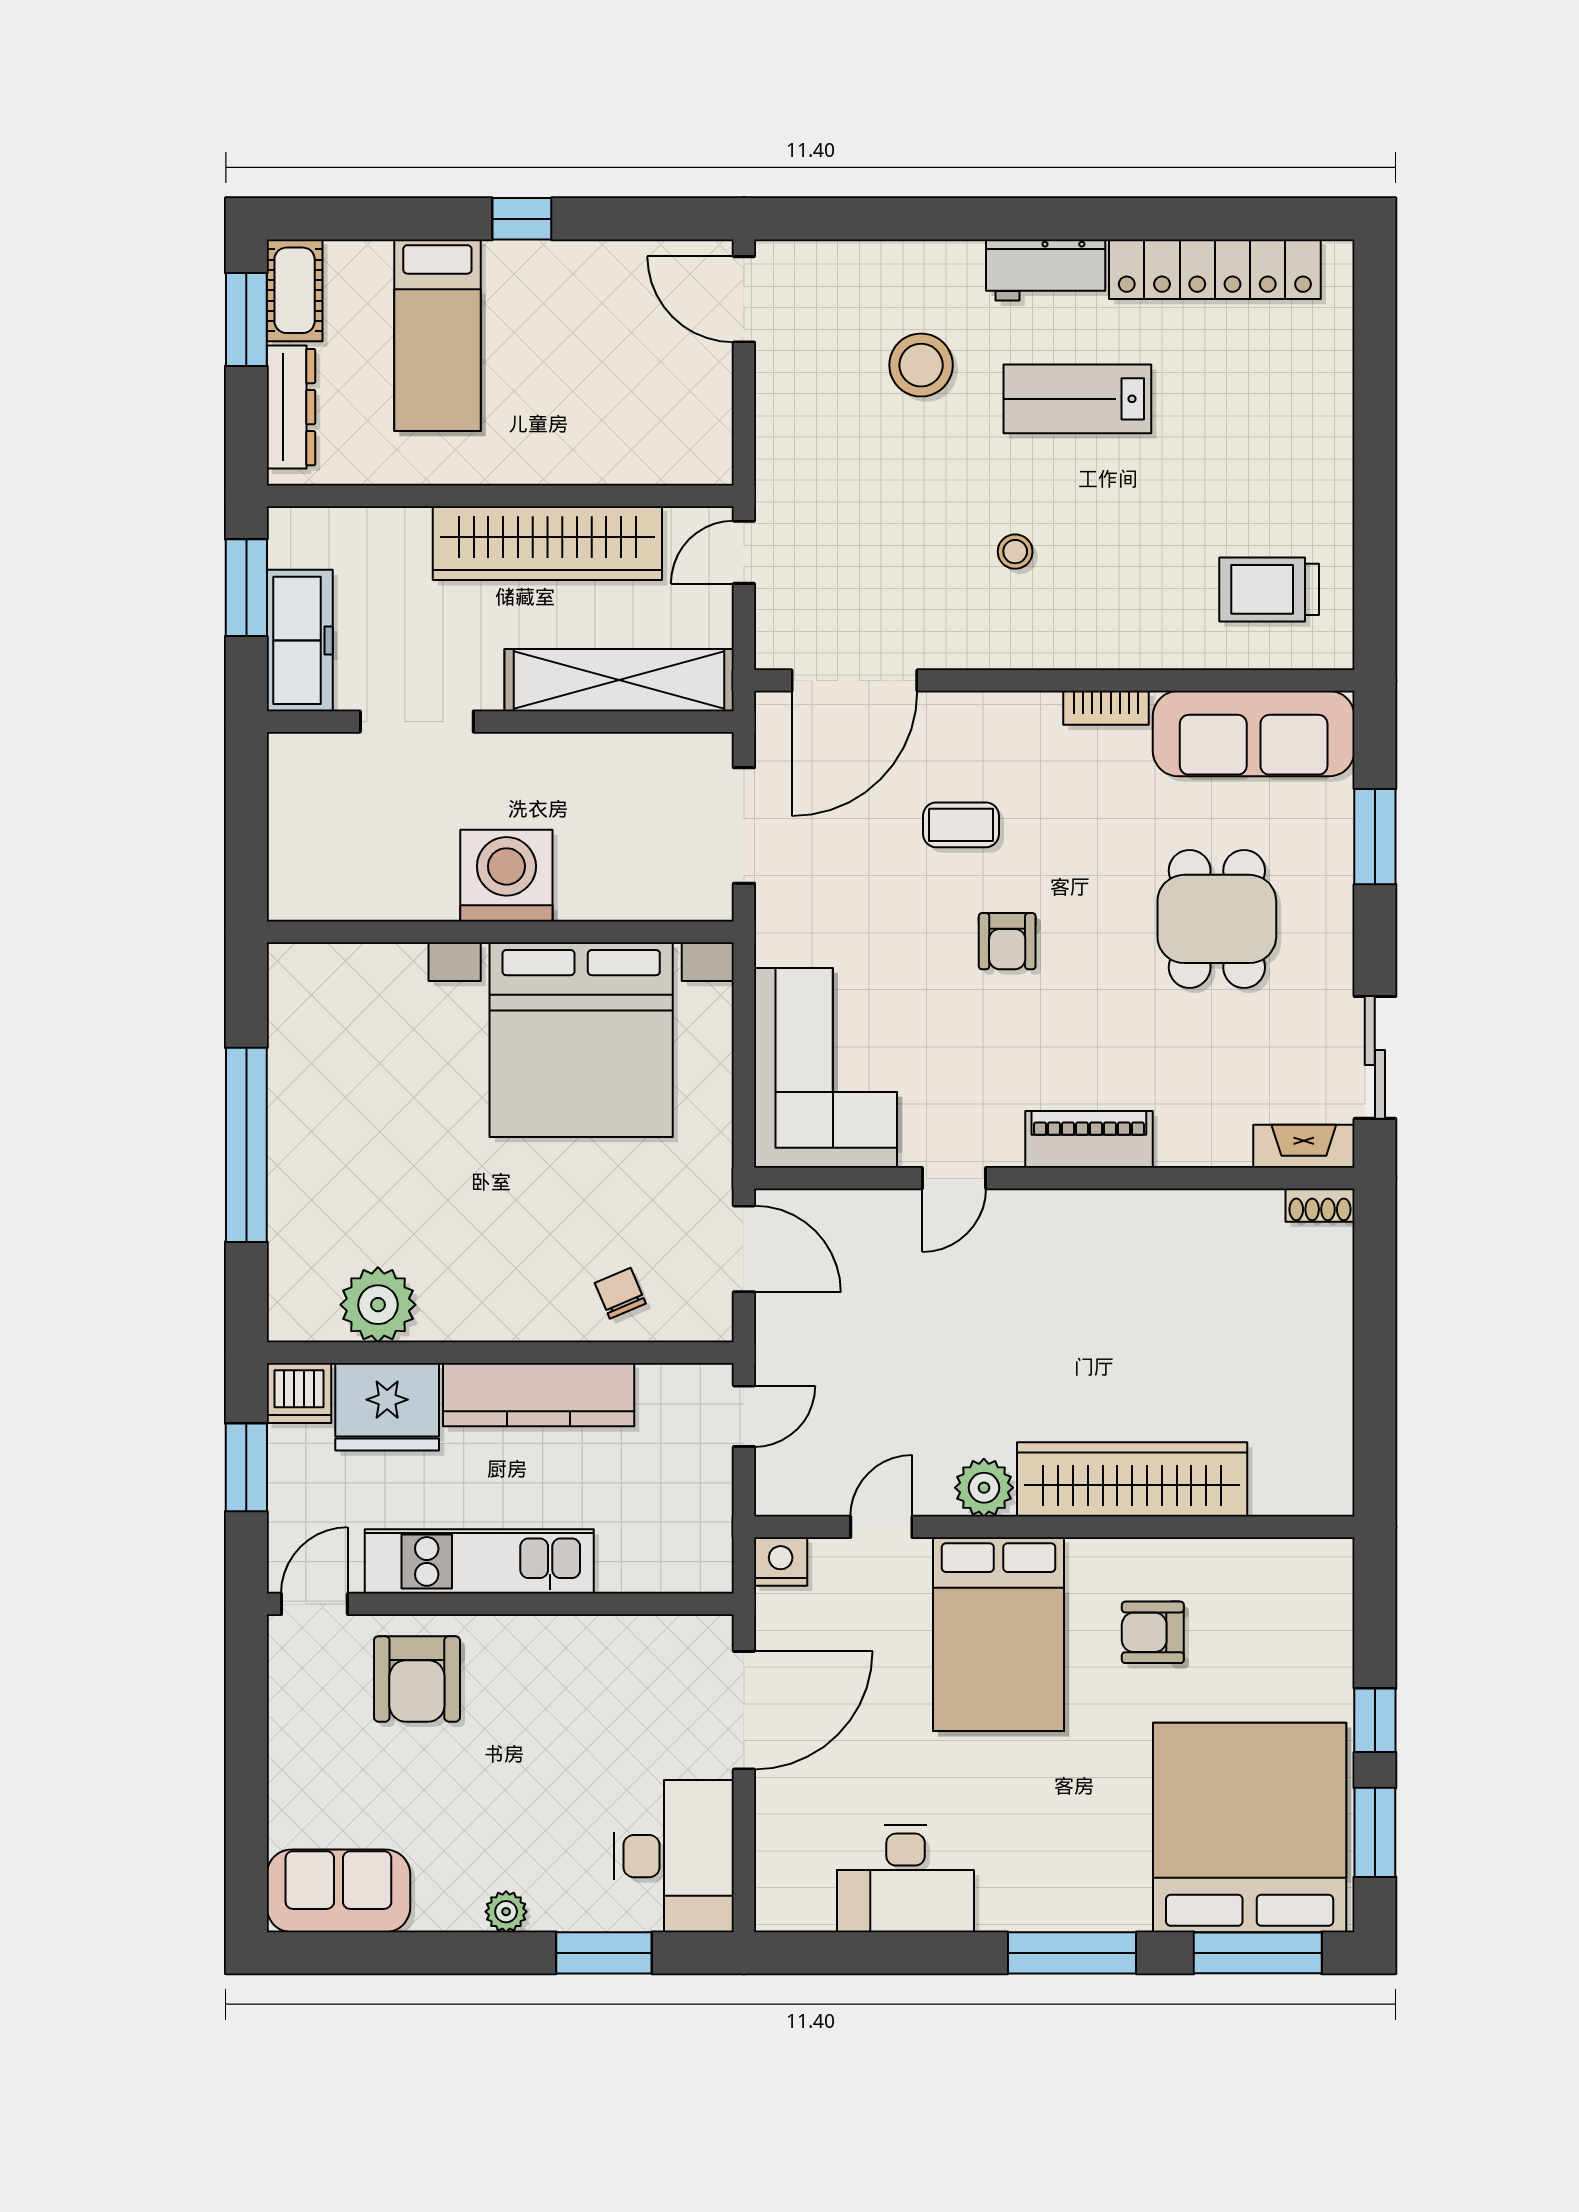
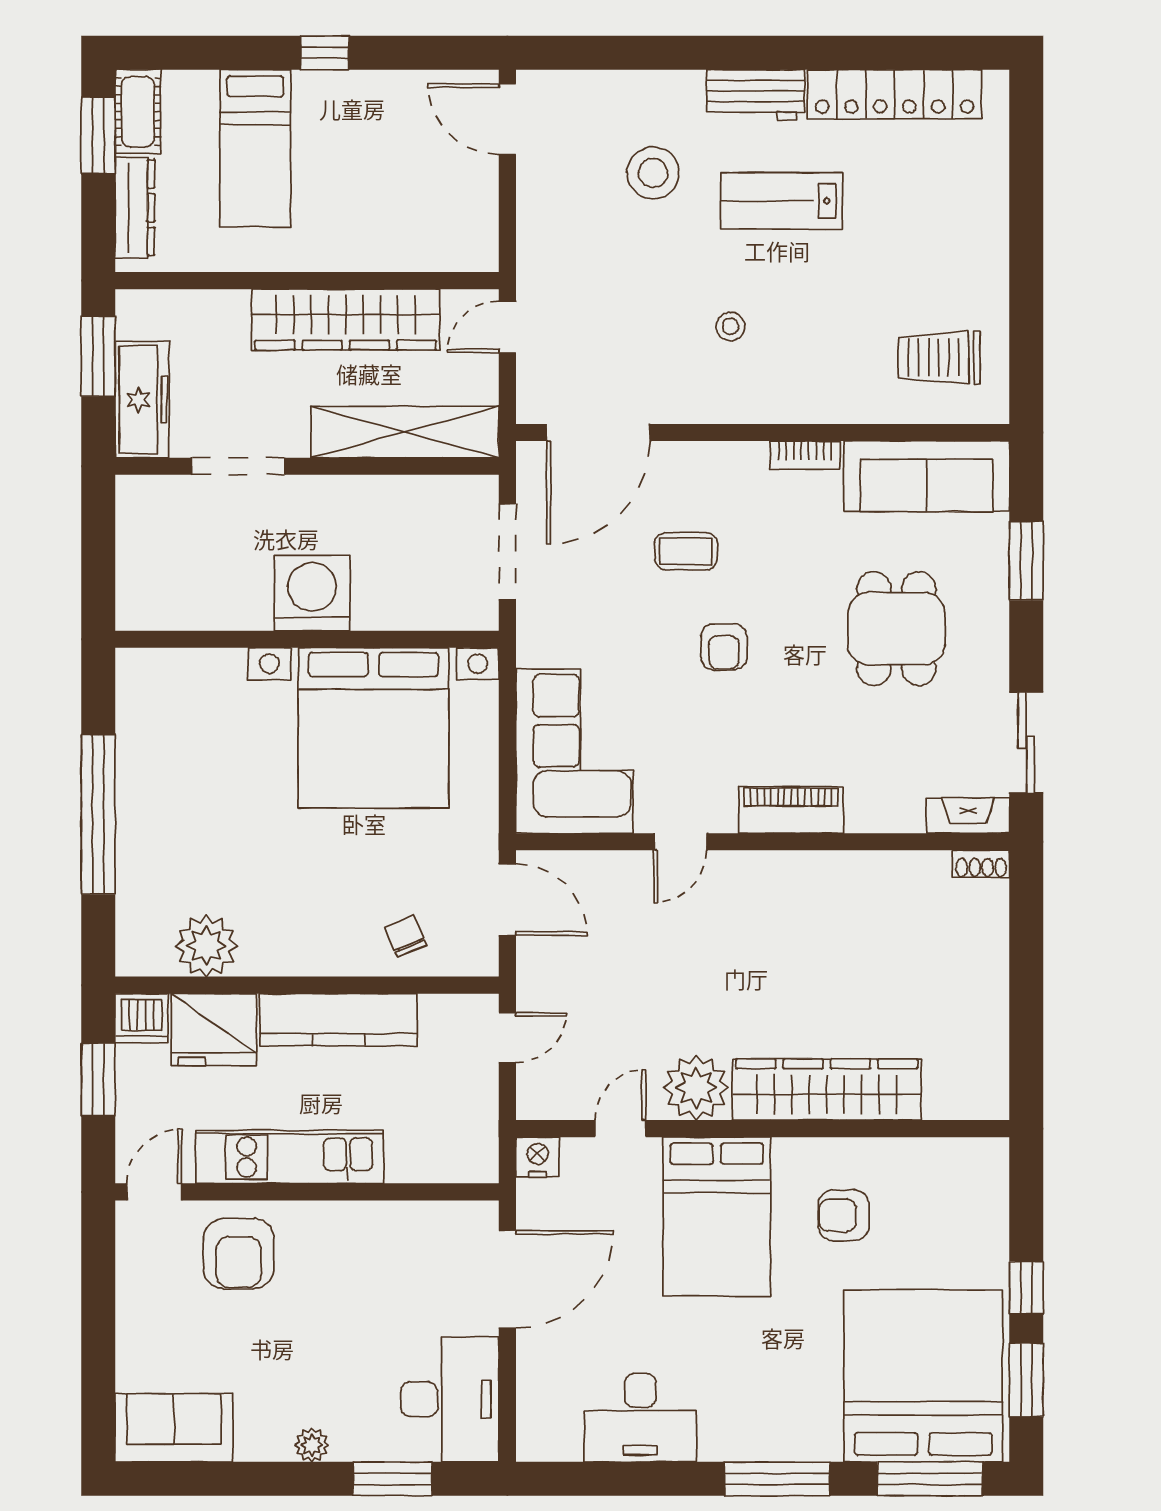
plant: (984, 1488) -> (696, 1088), width x1.36, depth x1.36

